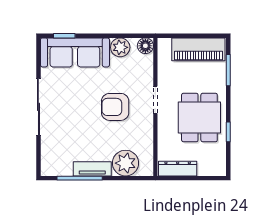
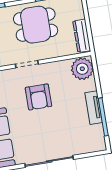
plant: (126, 163) -> (82, 69), moved

